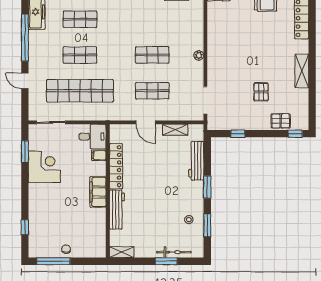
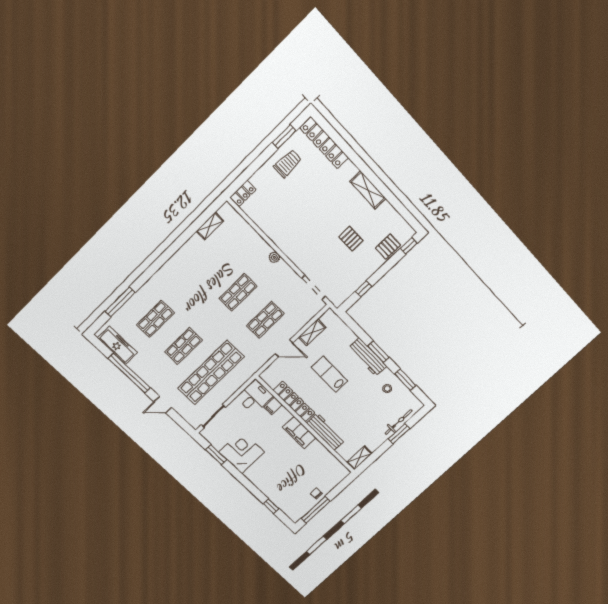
workbench: (196, 161) -> (367, 357), moved
lab bench: (159, 171) -> (329, 374), added

